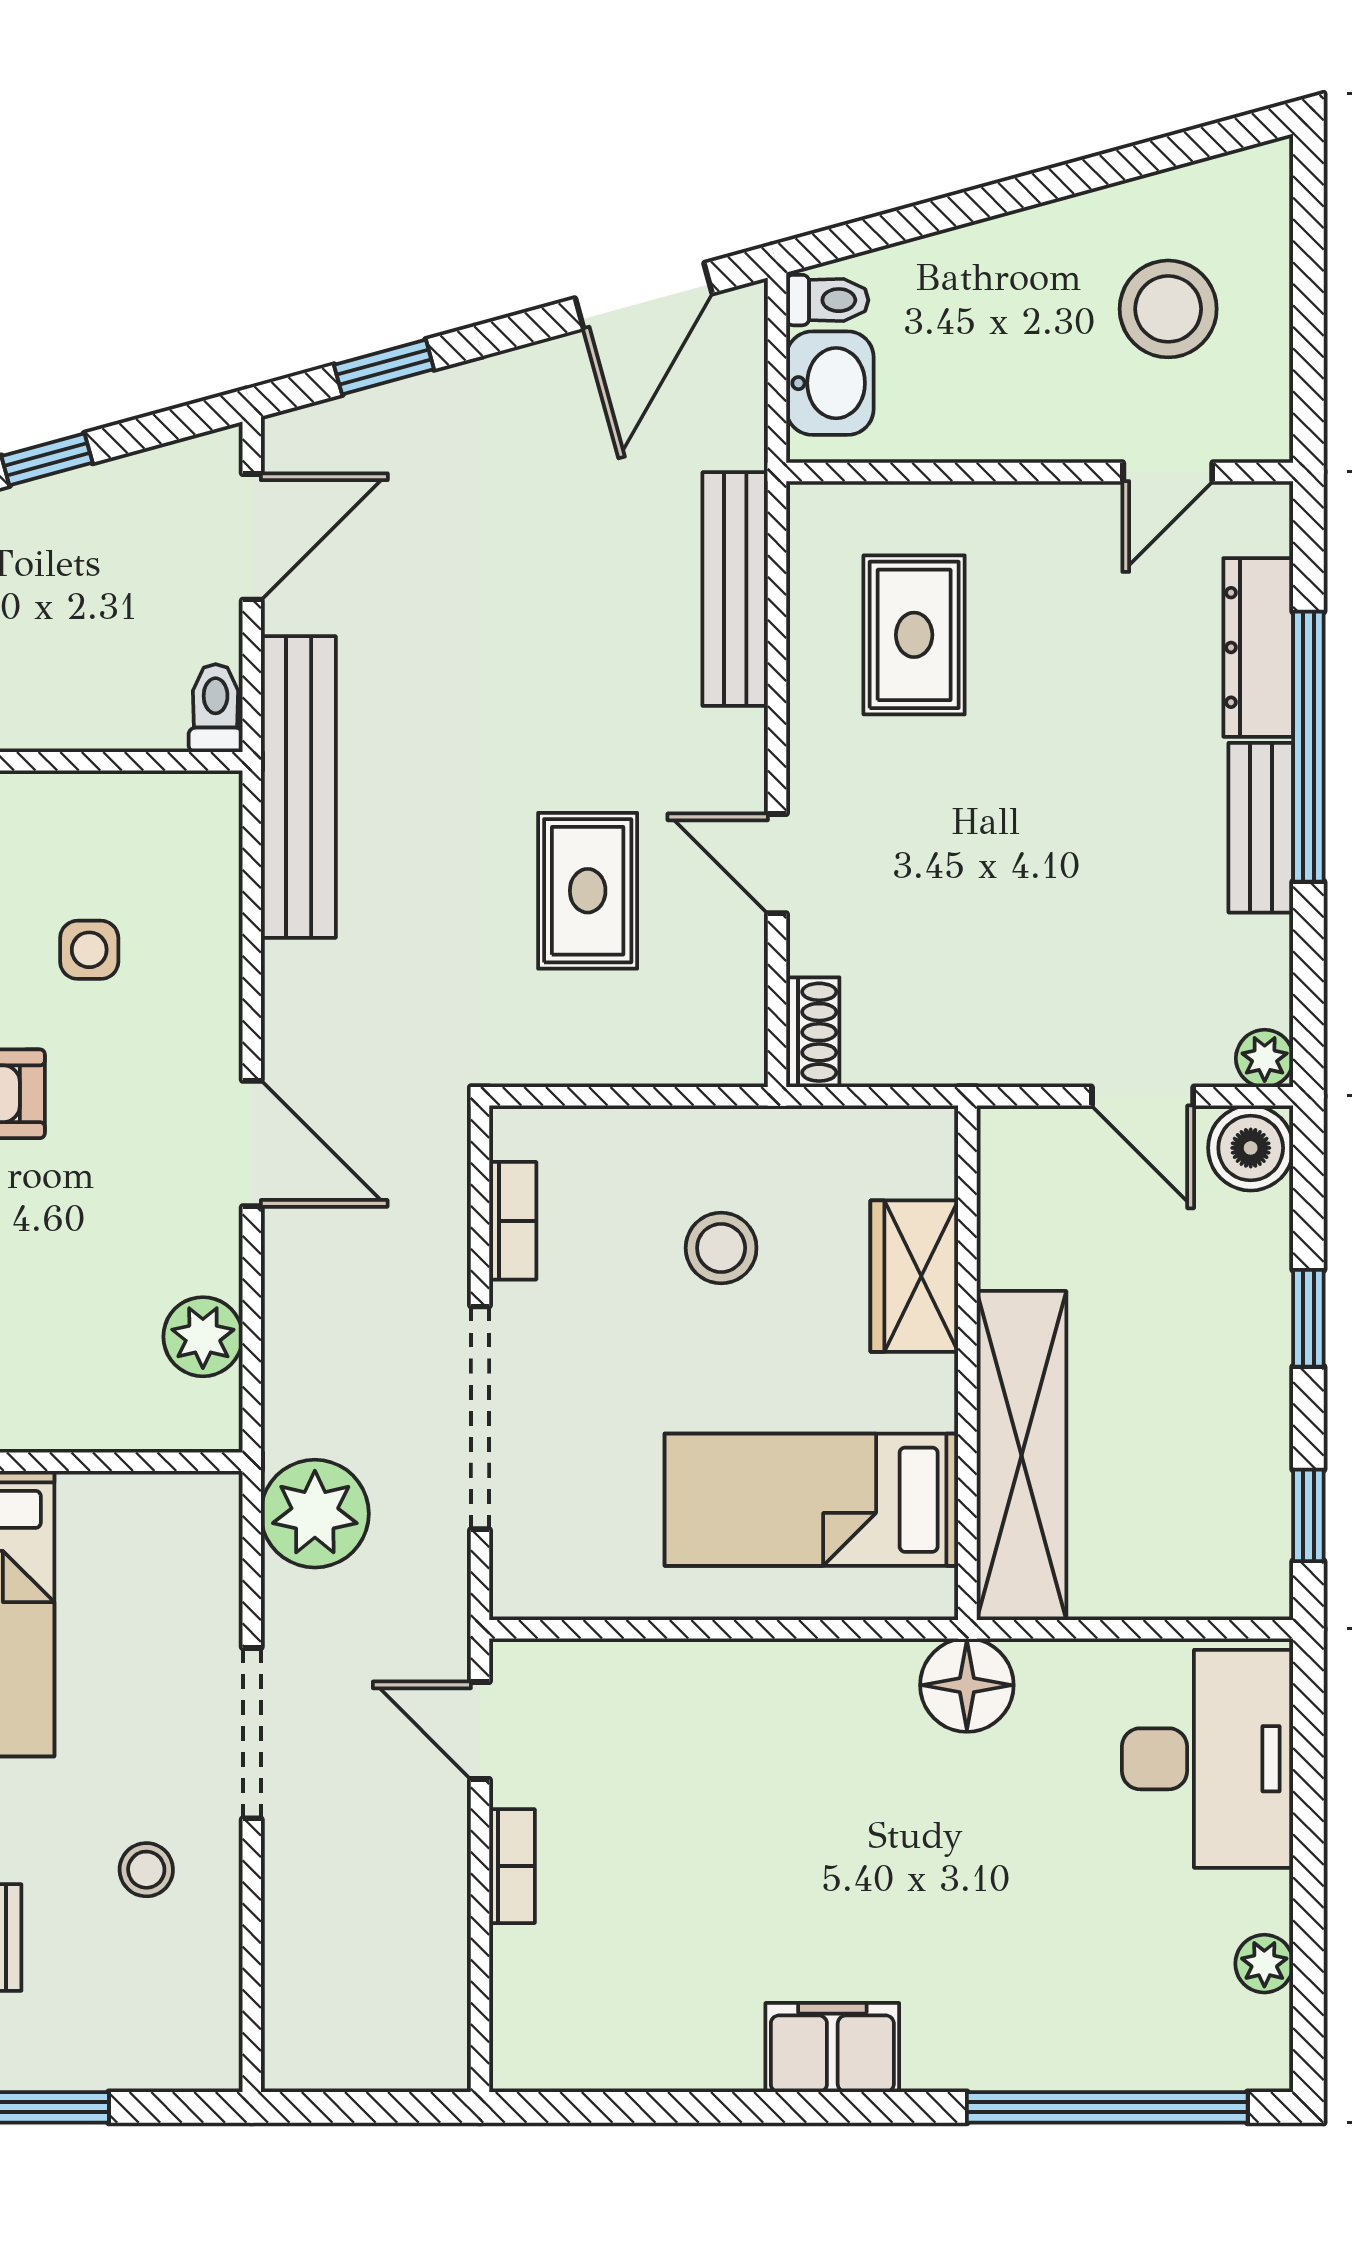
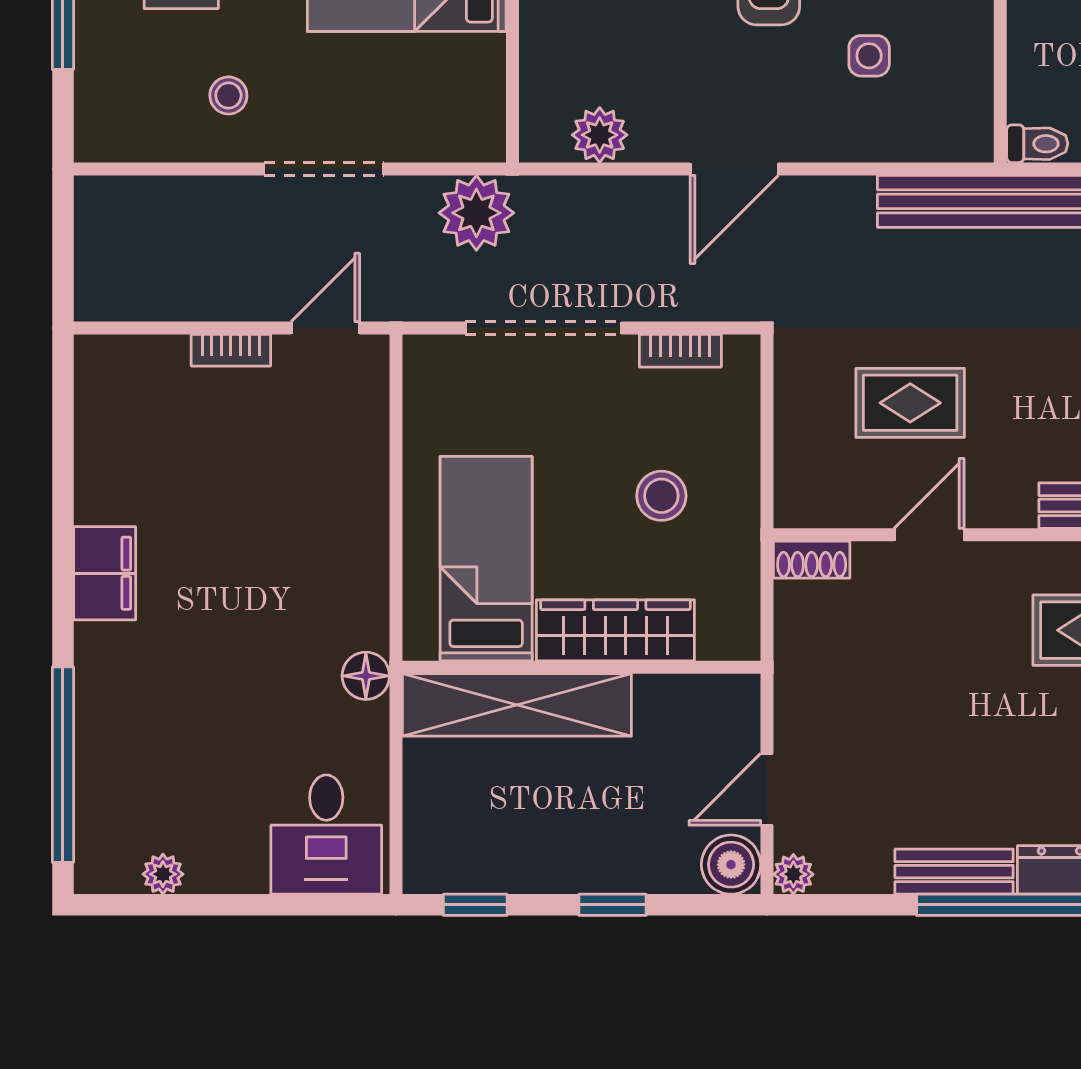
wardrobe: (914, 1276) -> (615, 630), width x1.50
floor lamp: (967, 1685) -> (366, 676), width x0.73, depth x0.73
desk: (1208, 1759) -> (326, 835), width x0.73

